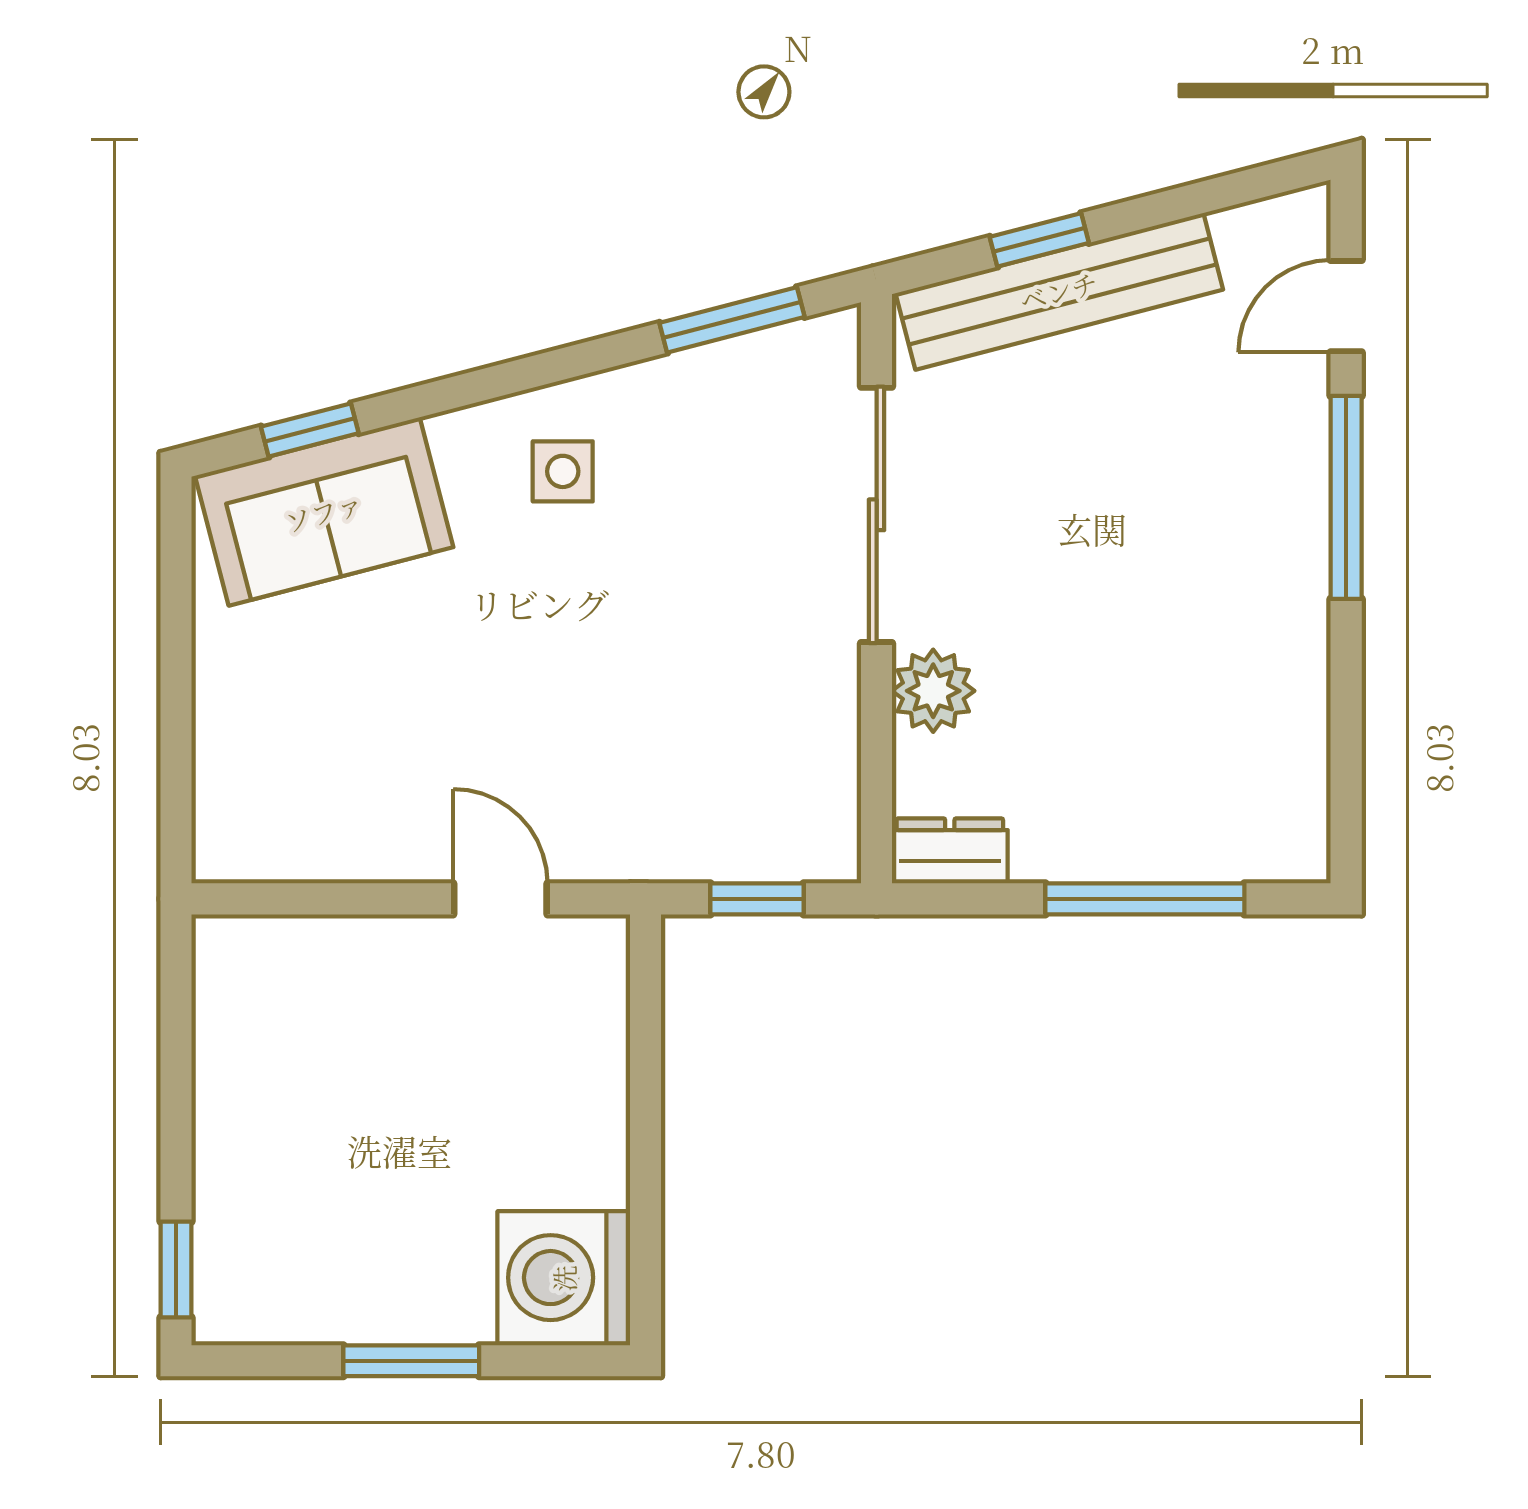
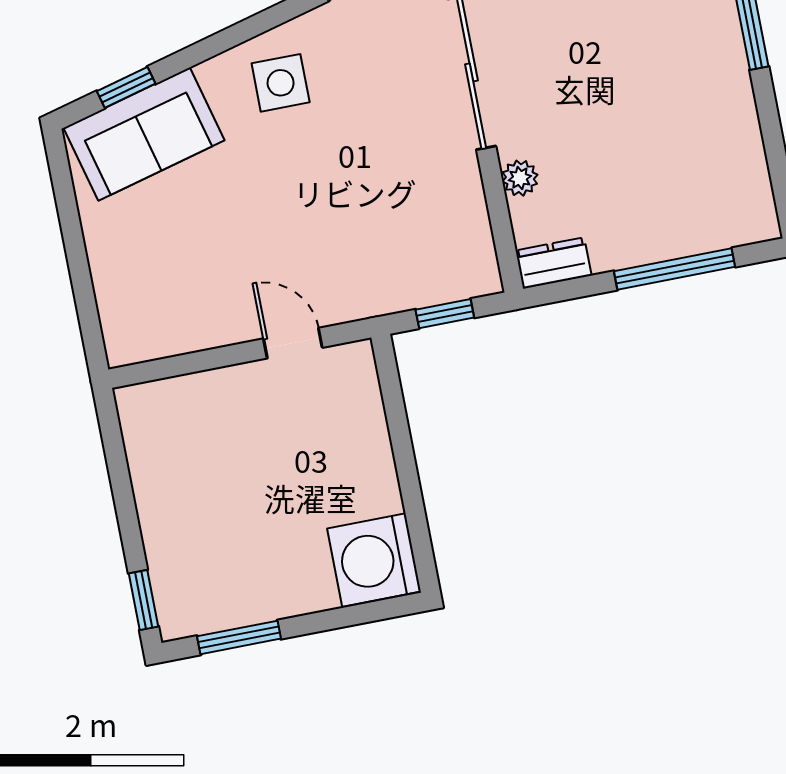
side table: (563, 471) -> (281, 83), width x1.37, depth x1.37
plant: (933, 691) -> (520, 178), width x0.73, depth x0.73
window: (411, 1361) -> (239, 637), moved

